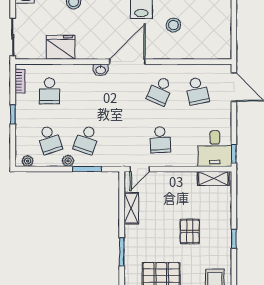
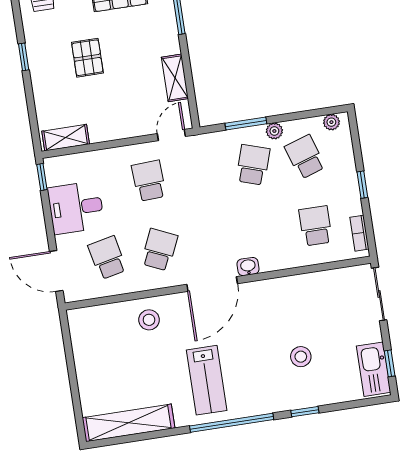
stool: (173, 25) -> (149, 320), moved
fridge: (61, 47) -> (309, 290), removed
desk: (215, 149) -> (76, 208), moved, turned -90

